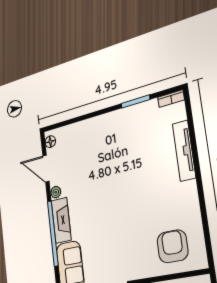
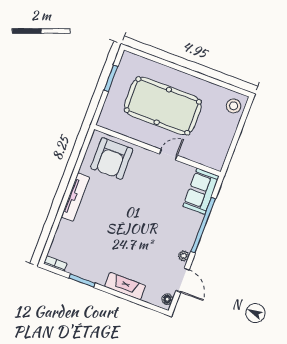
tv unit: (184, 151) -> (75, 197), moved
fireplace: (61, 220) -> (125, 286), moved, turned 90
armchair: (173, 246) -> (112, 159), width x1.36, depth x1.36

